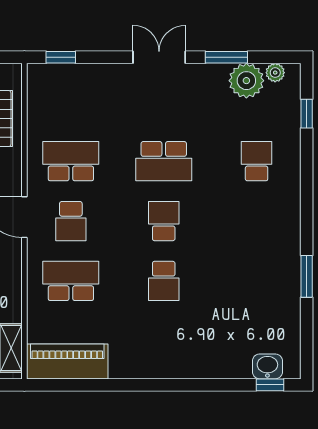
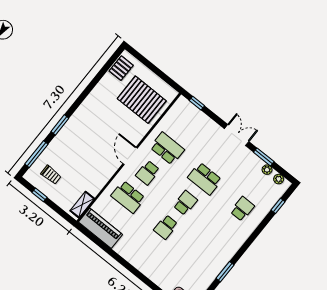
plant: (246, 81) -> (267, 170), width x0.53, depth x0.53
school desk: (71, 281) -> (128, 197), turned 180

